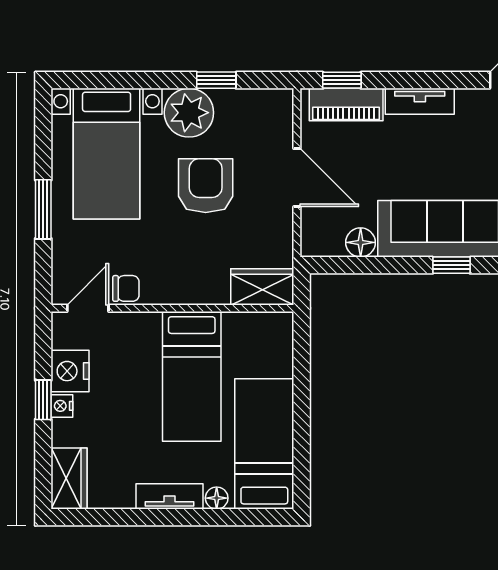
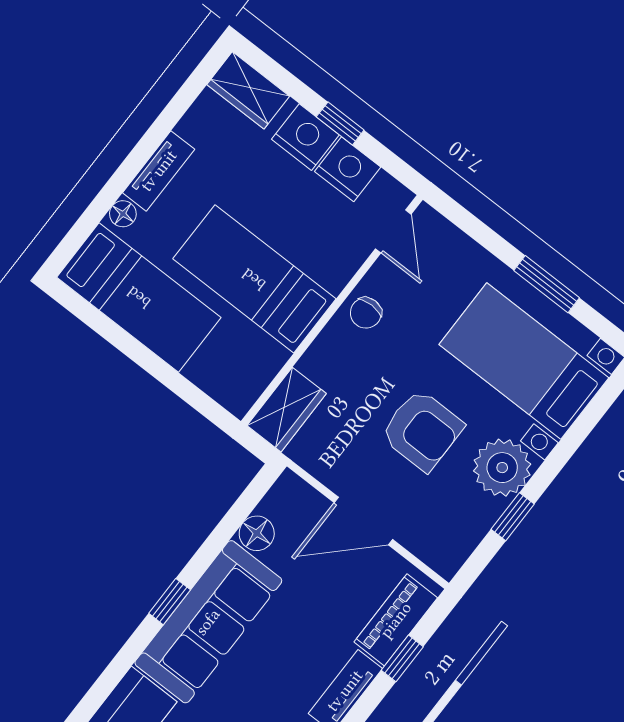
window: (342, 80) -> (402, 658), moved
window: (43, 209) -> (547, 284), moved
chair: (126, 288) -> (366, 313), moved
nightstand: (62, 406) -> (305, 137), width x1.89, depth x1.79

